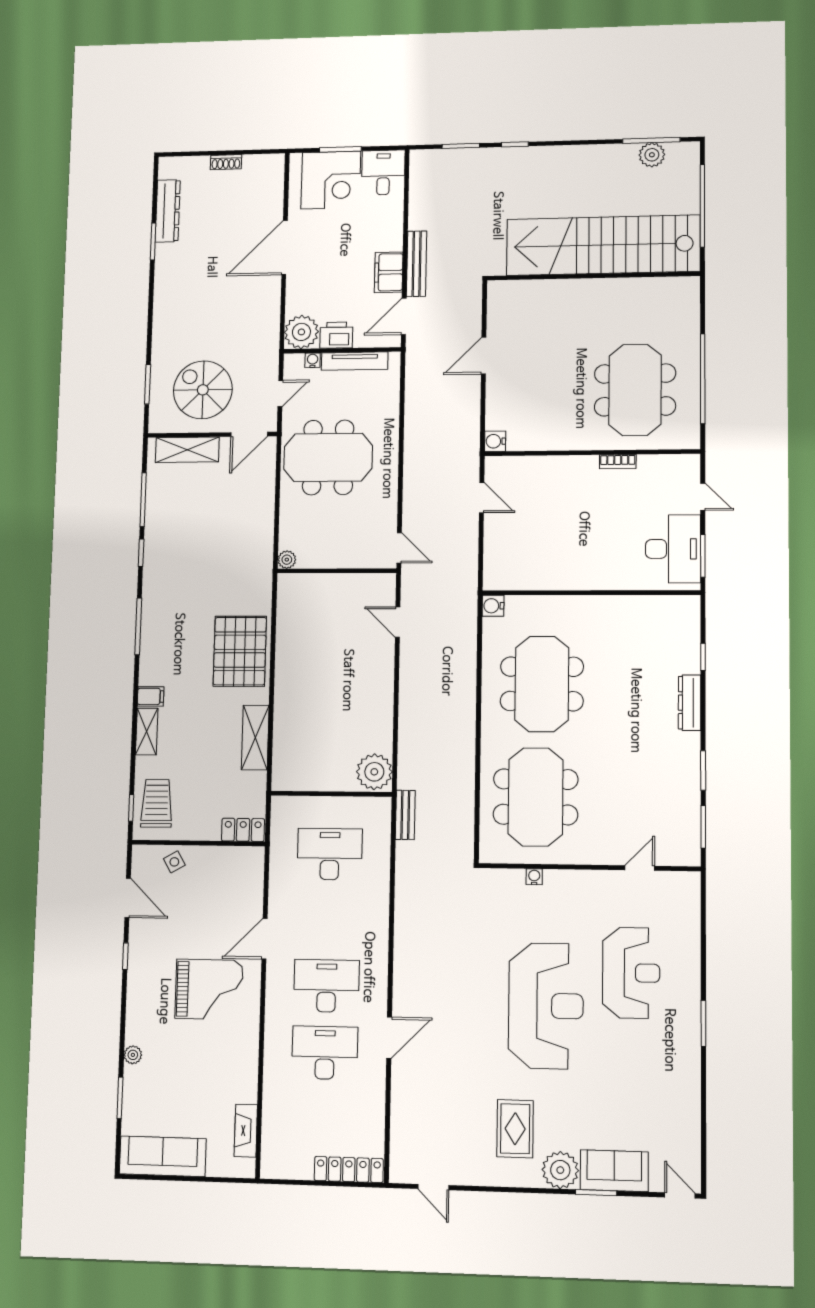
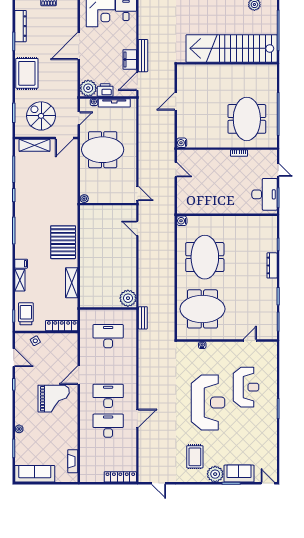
rug: (177, 304) -> (27, 73), added
meeting table: (536, 797) -> (202, 309), turned 90
locker: (243, 830) -> (62, 326), width x1.53

